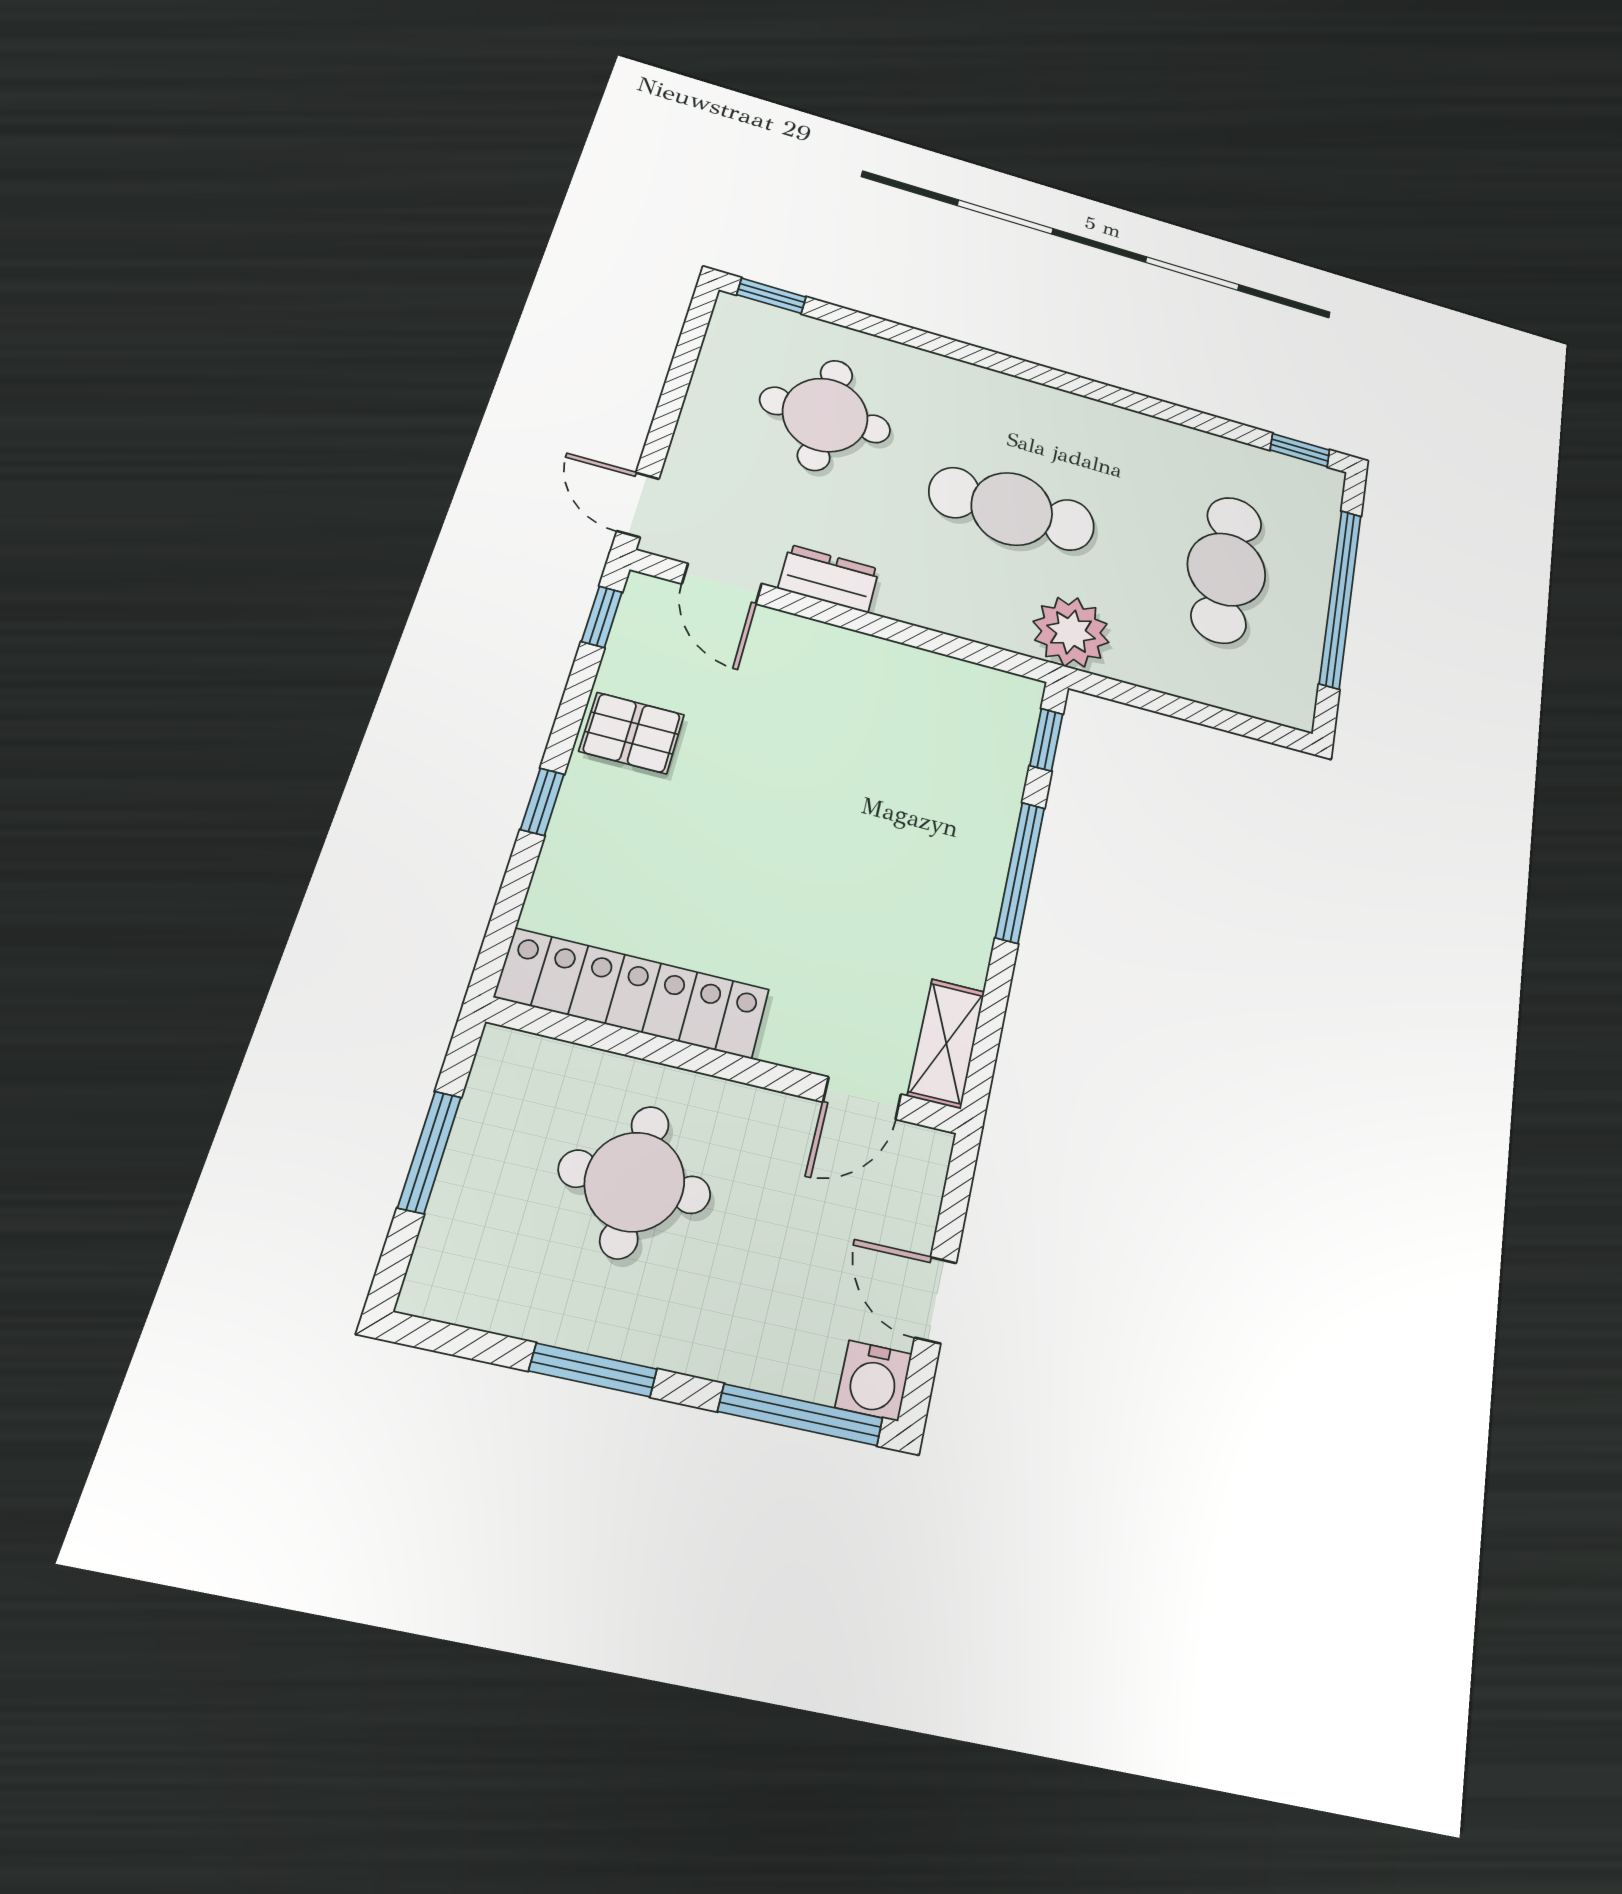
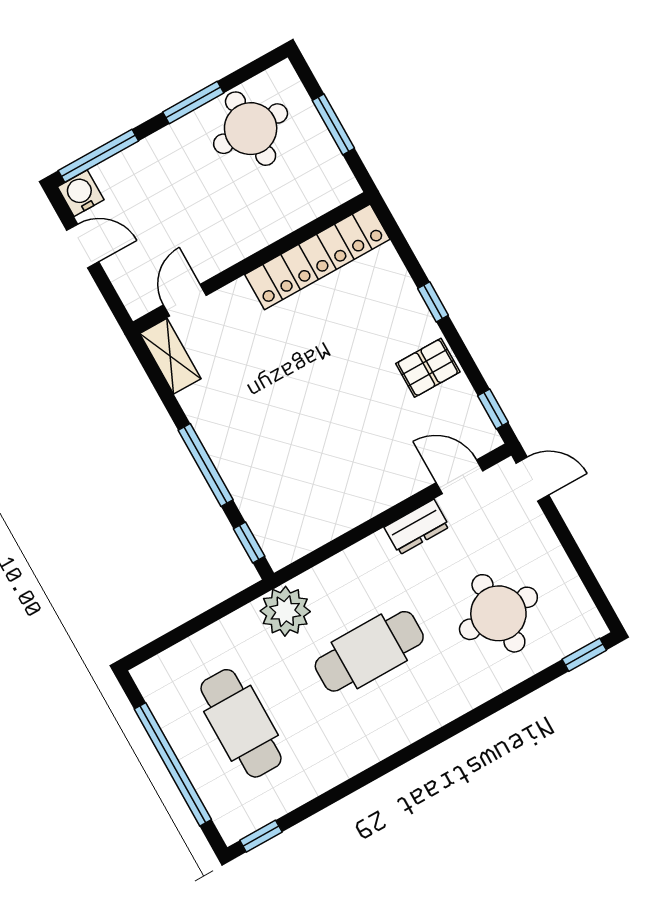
round table: (635, 1182) -> (251, 129), moved

